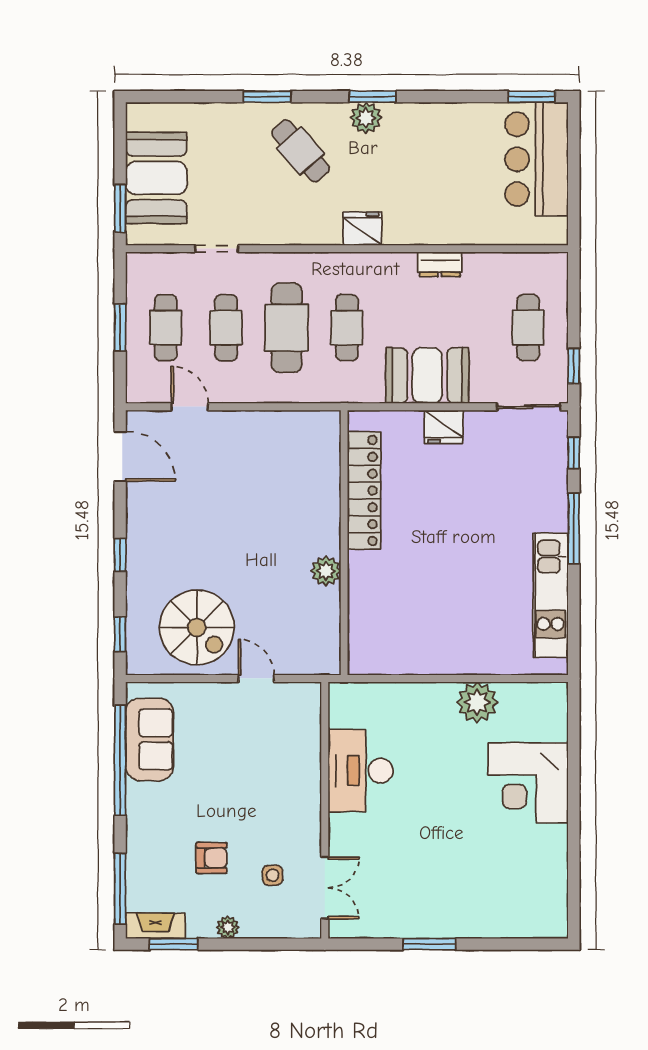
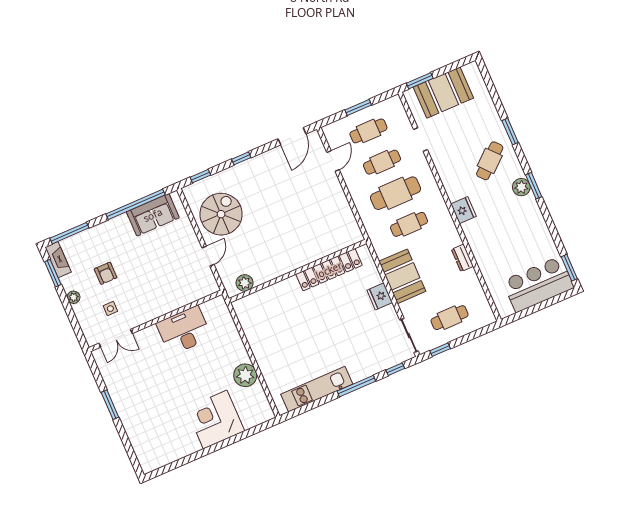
plant: (326, 571) -> (245, 283), moved
spiral stairs: (197, 627) -> (221, 214), turned 180

